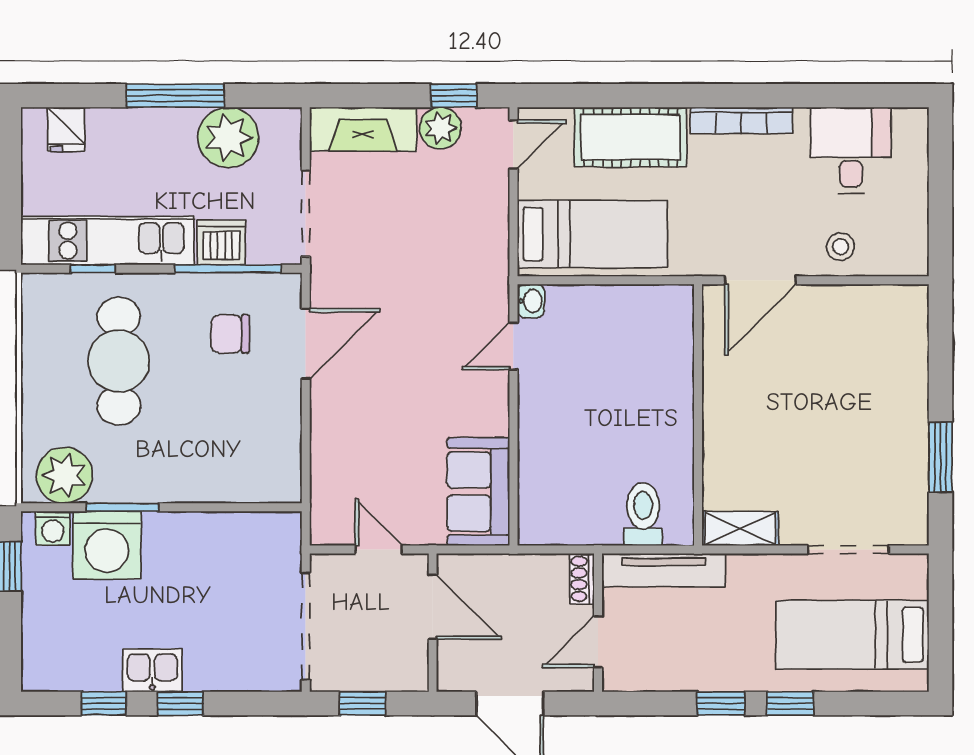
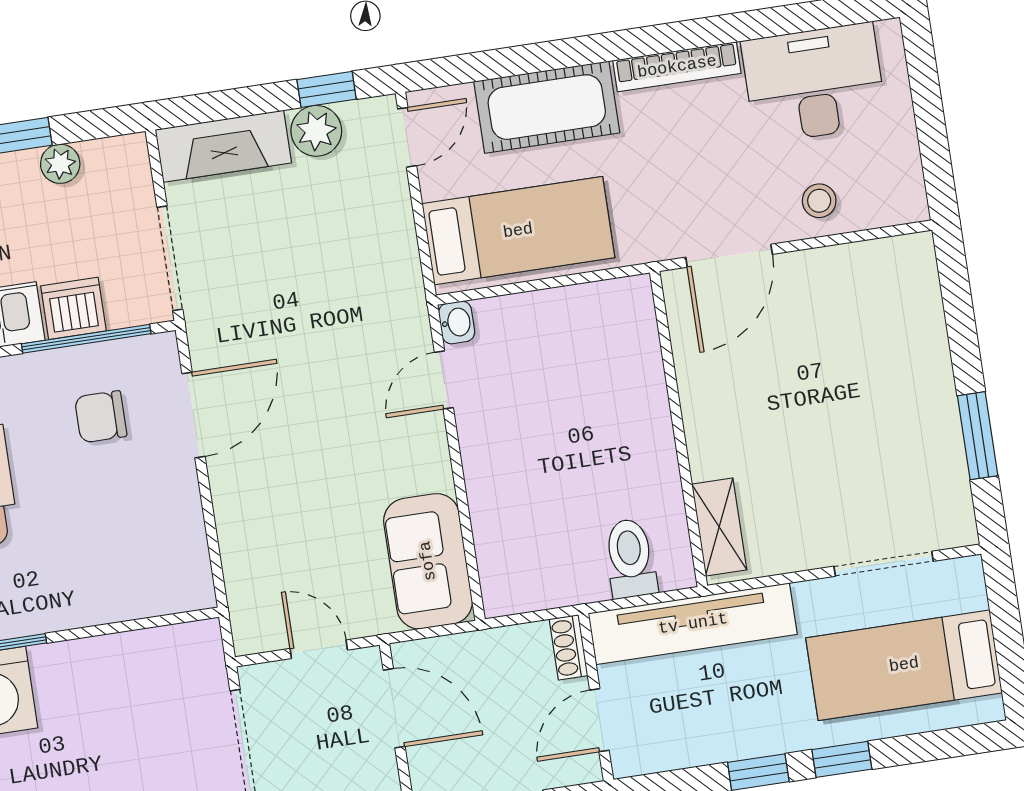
plant: (228, 137) -> (60, 164), width x0.53, depth x0.53
desk: (851, 150) -> (814, 83), width x1.37
shelving: (740, 529) -> (719, 527), moved, turned 90
tv unit: (663, 570) -> (693, 624), width x1.36, depth x1.29

